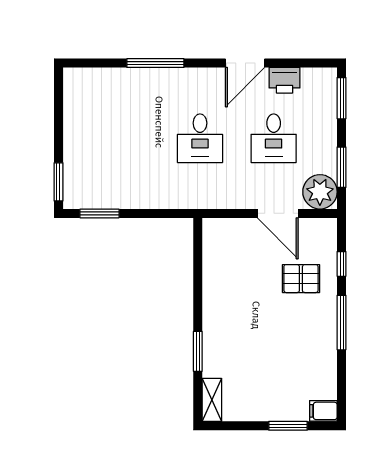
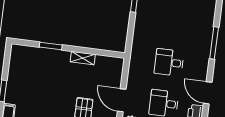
door: (278, 213) -> (122, 100), hinge flipped
shelving: (212, 400) -> (83, 58), moved

